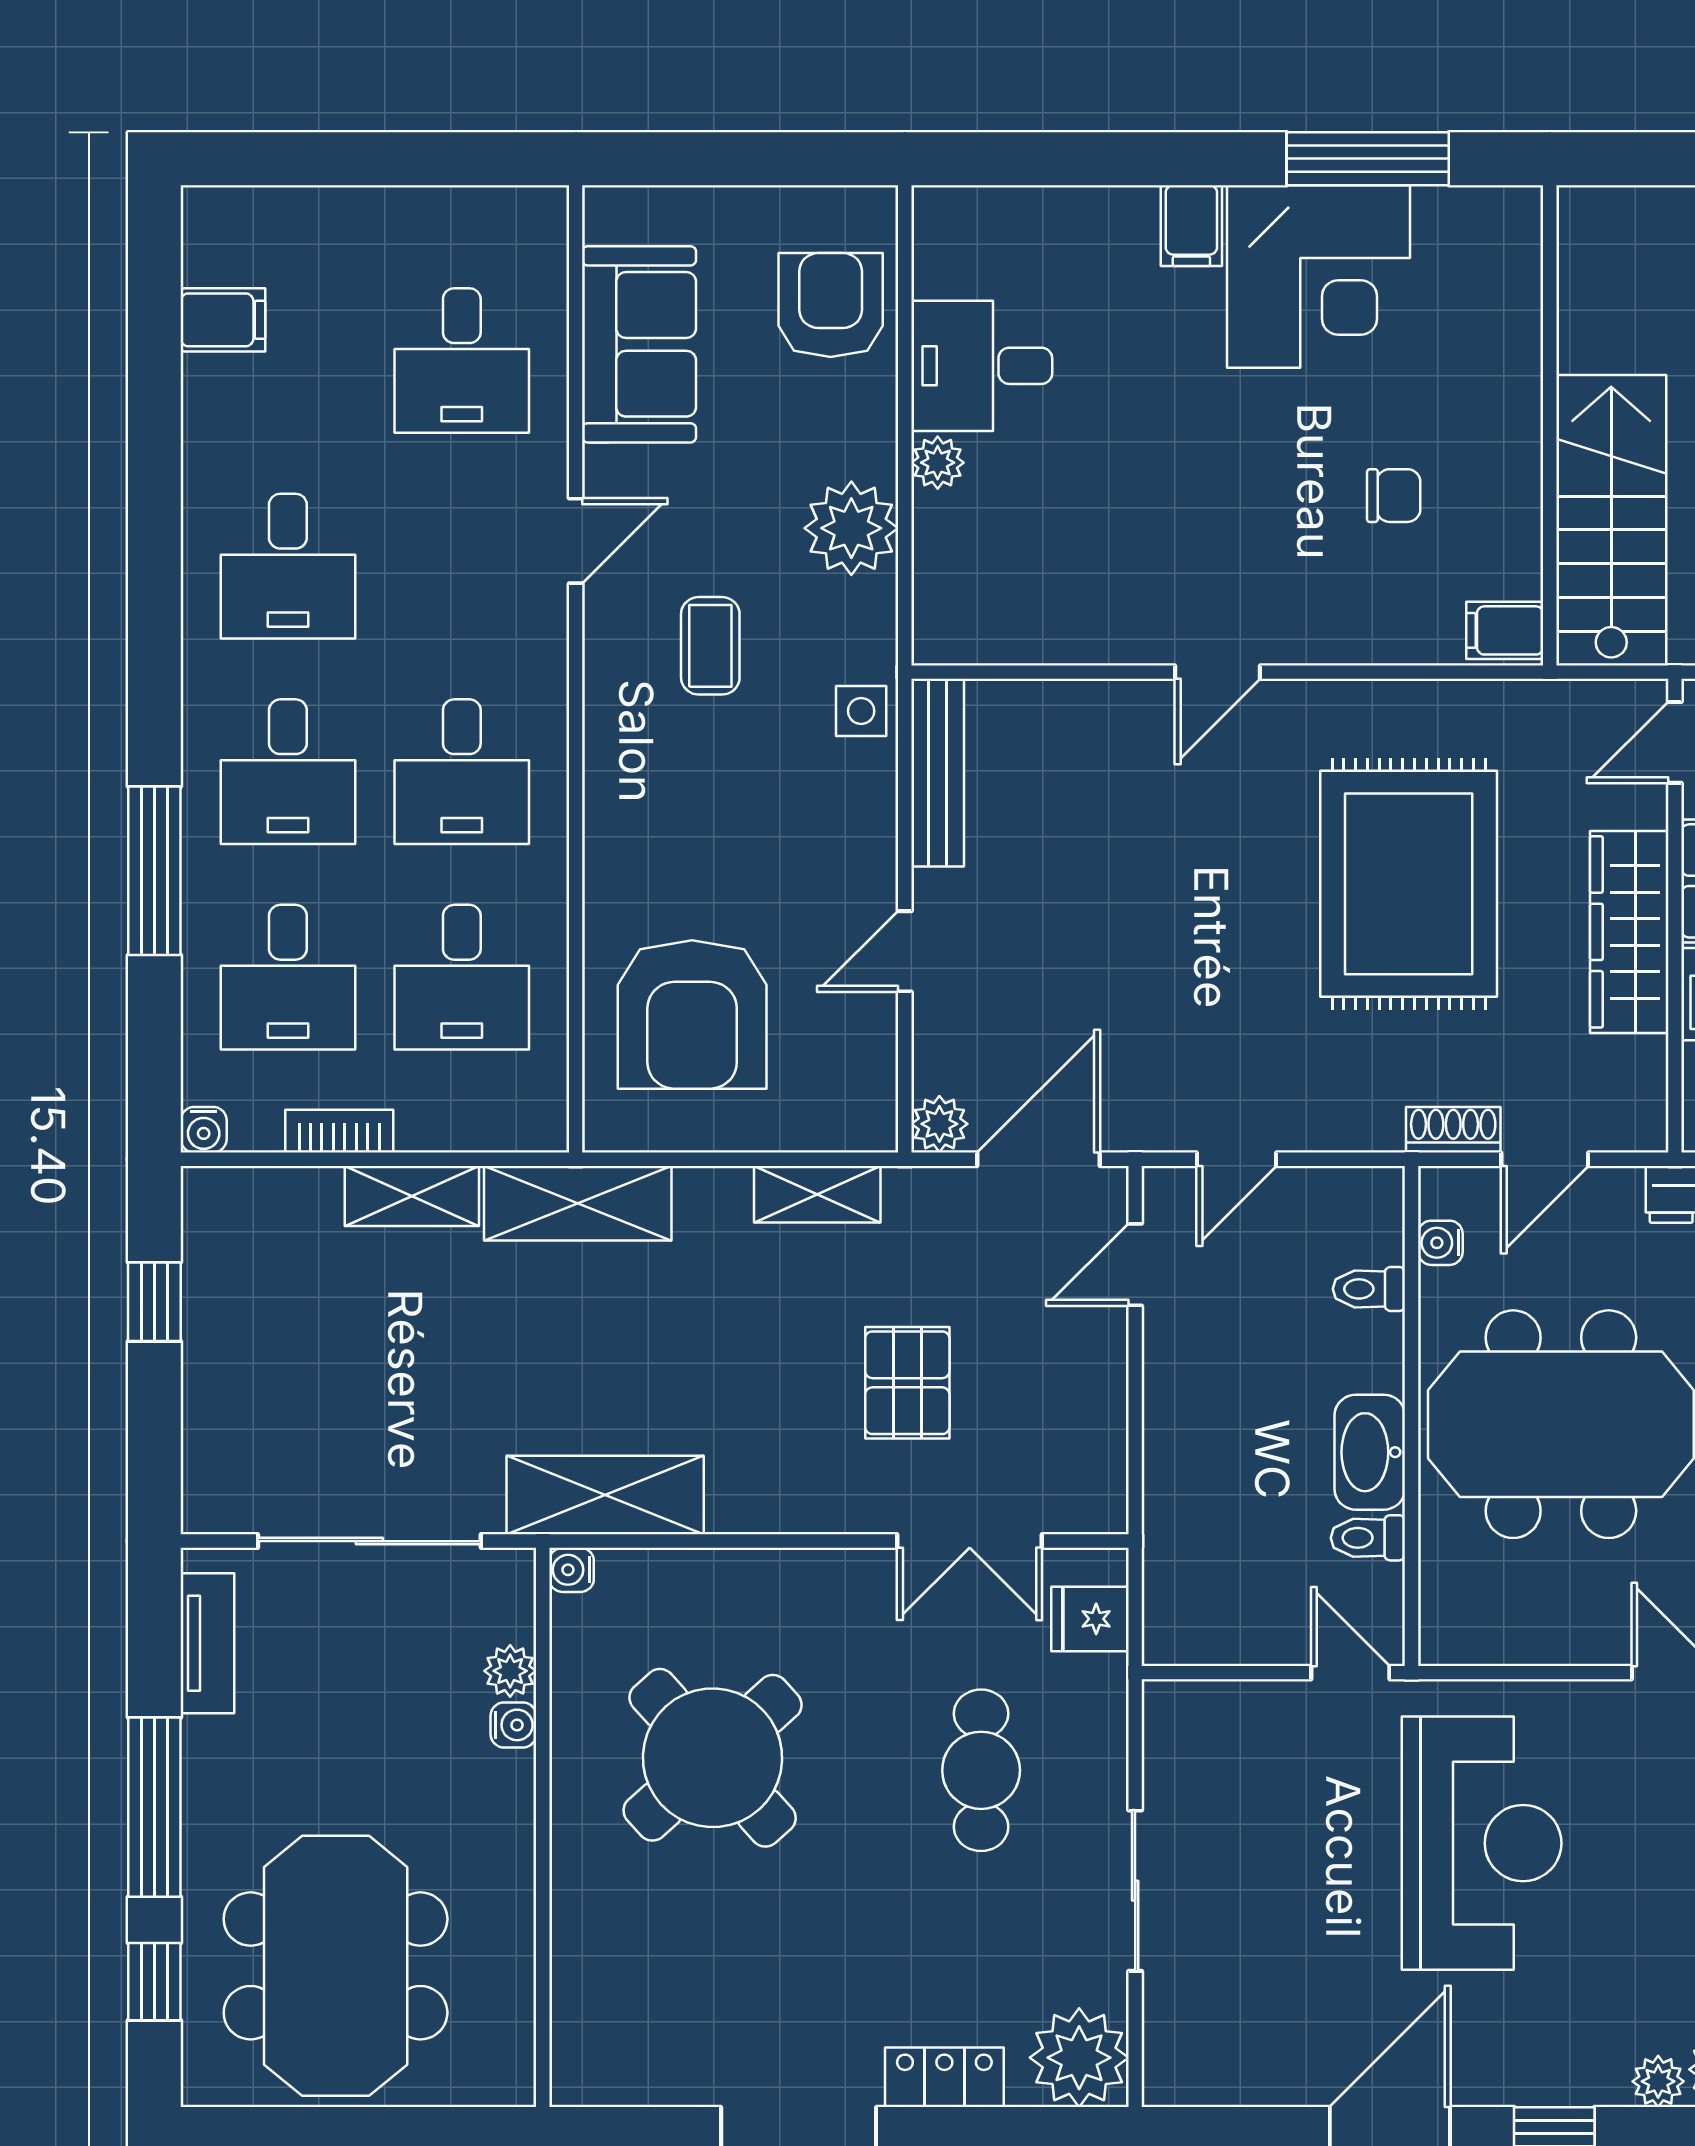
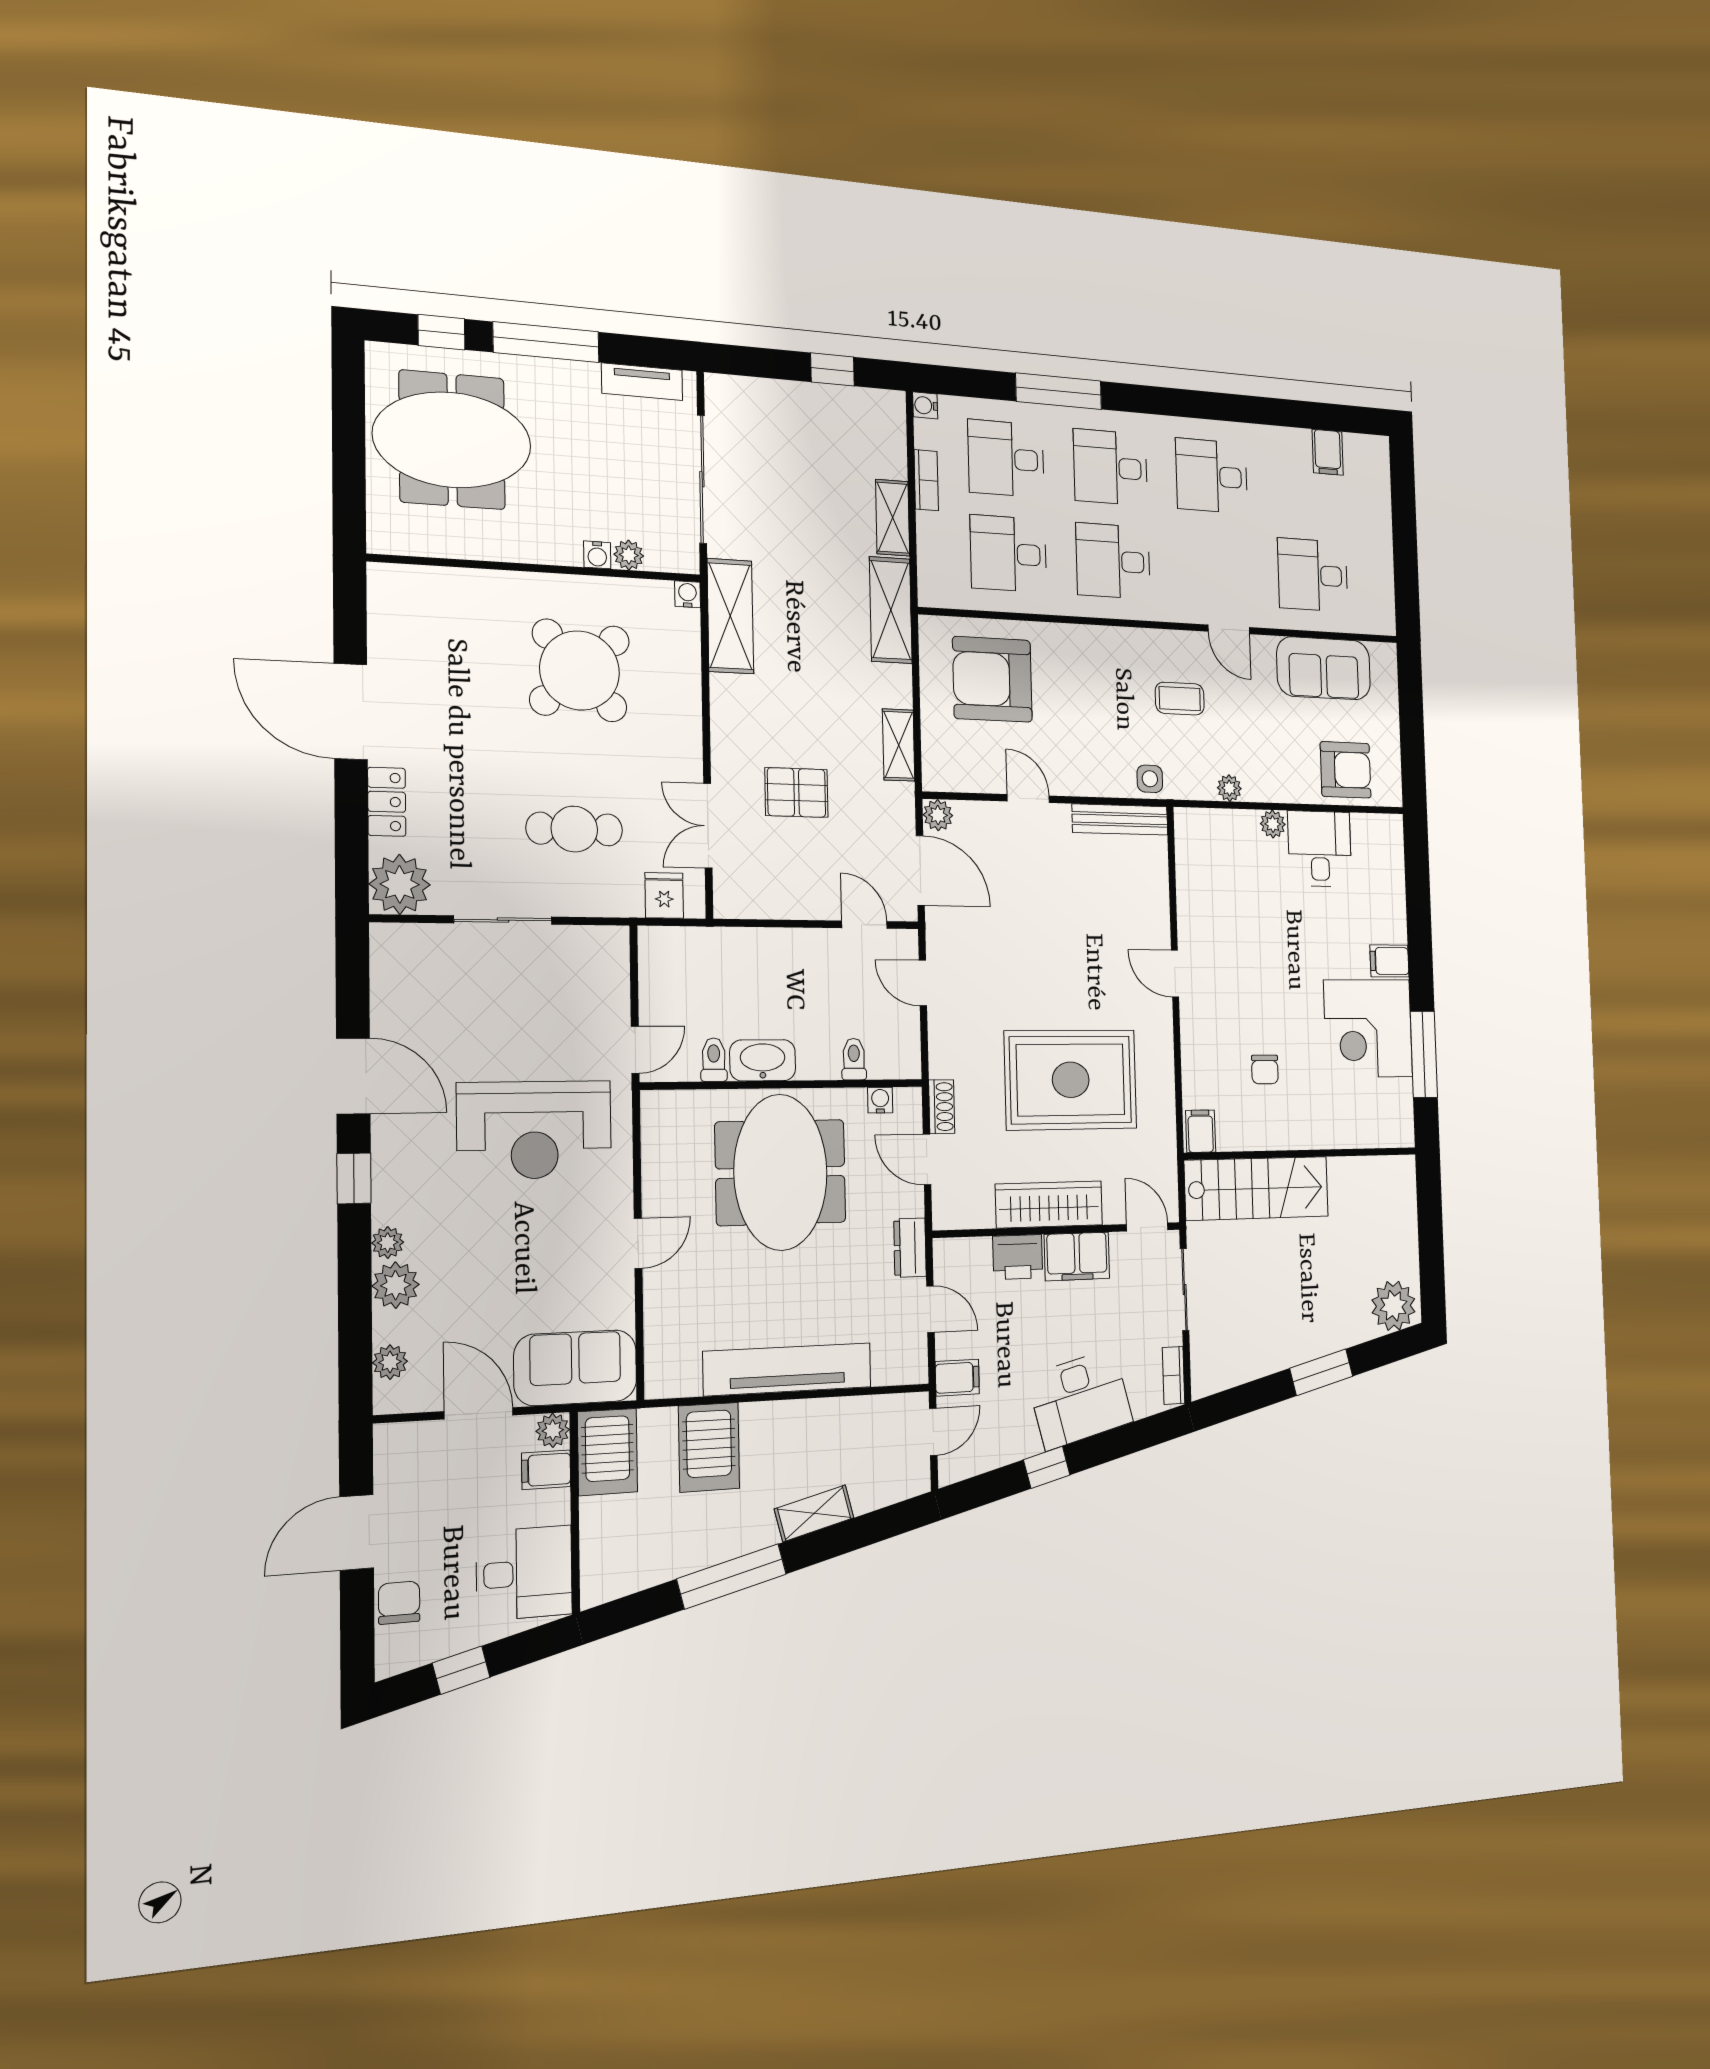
plant: (851, 528) -> (1229, 788), width x0.53, depth x0.53

